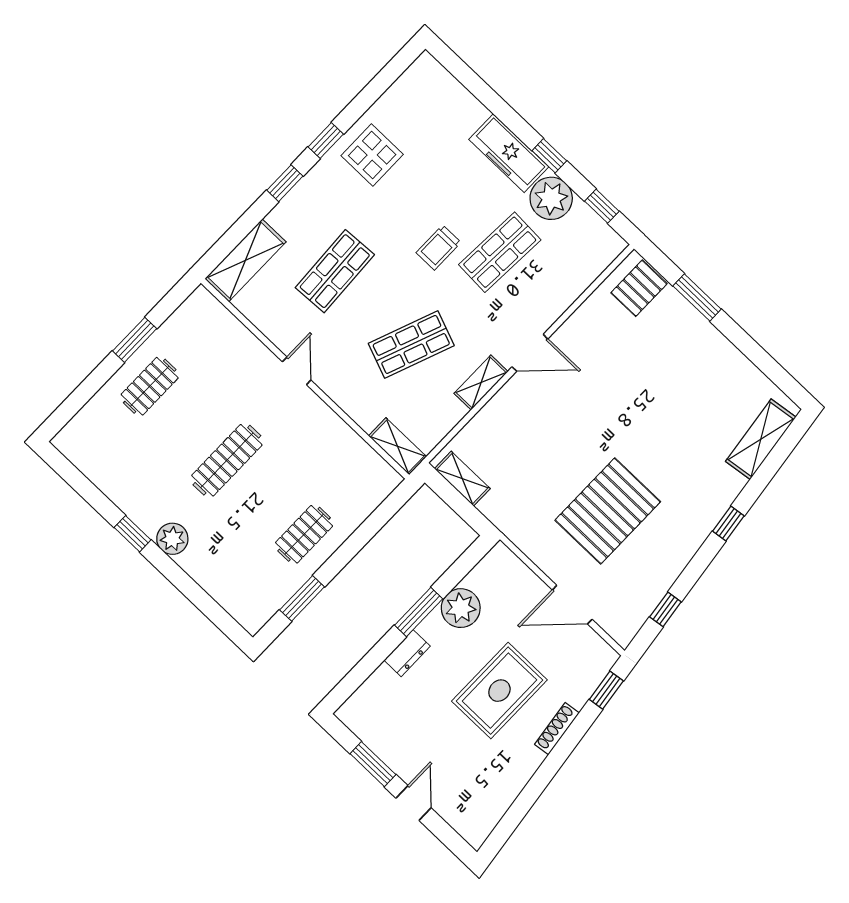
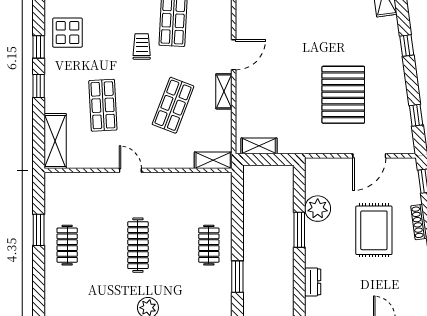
trolley: (438, 248) -> (142, 46), turned 180
dresser: (407, 653) -> (313, 282), moved

